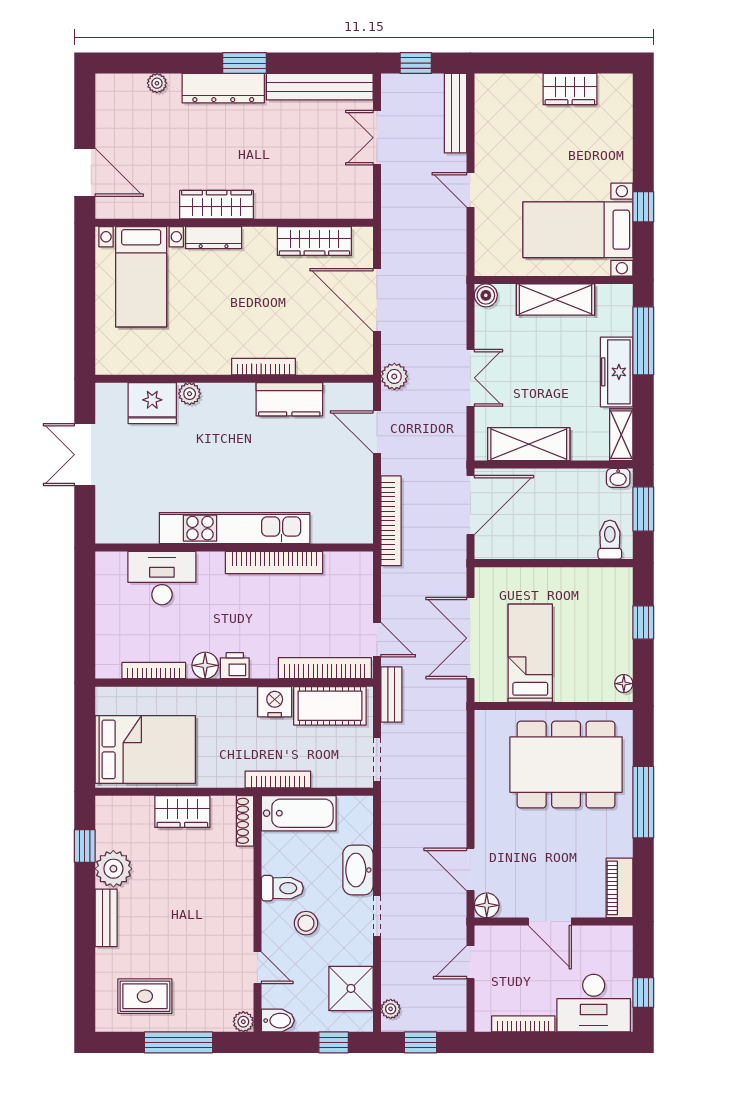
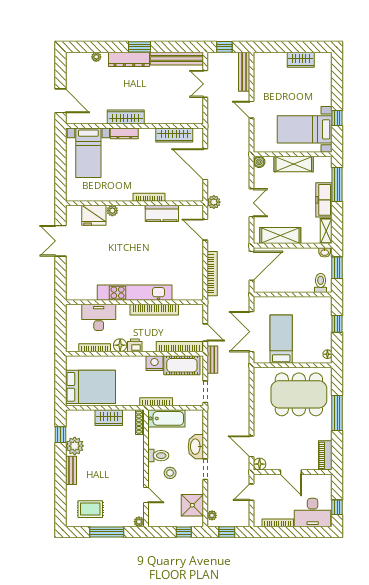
kitchen unit: (235, 528) -> (135, 293), moved
wall: (234, 548) -> (134, 302), moved
bookcase: (274, 562) -> (154, 310), moved
desk: (162, 578) -> (99, 317), moved
bidet: (278, 1021) -> (156, 521), removed

